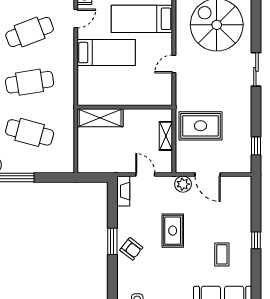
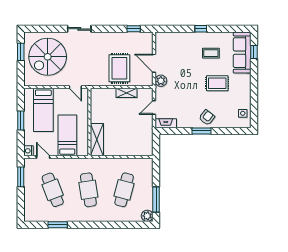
wall: (125, 107) -> (89, 122), moved
shelving: (100, 118) -> (97, 140), moved
door: (208, 175) -> (154, 63), swing flipped
rug: (173, 231) -> (217, 83), moved

